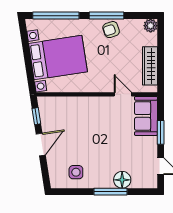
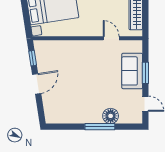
sofa: (146, 116) -> (132, 71), moved
side table: (76, 172) -> (68, 109), removed

